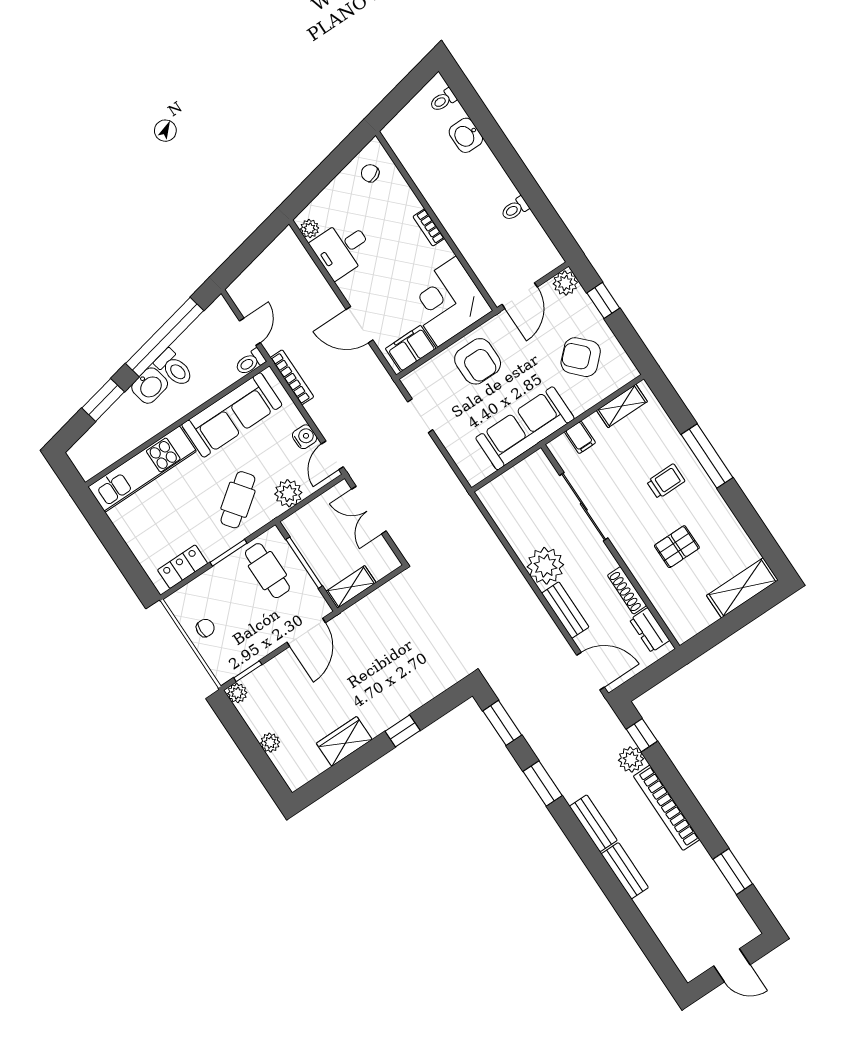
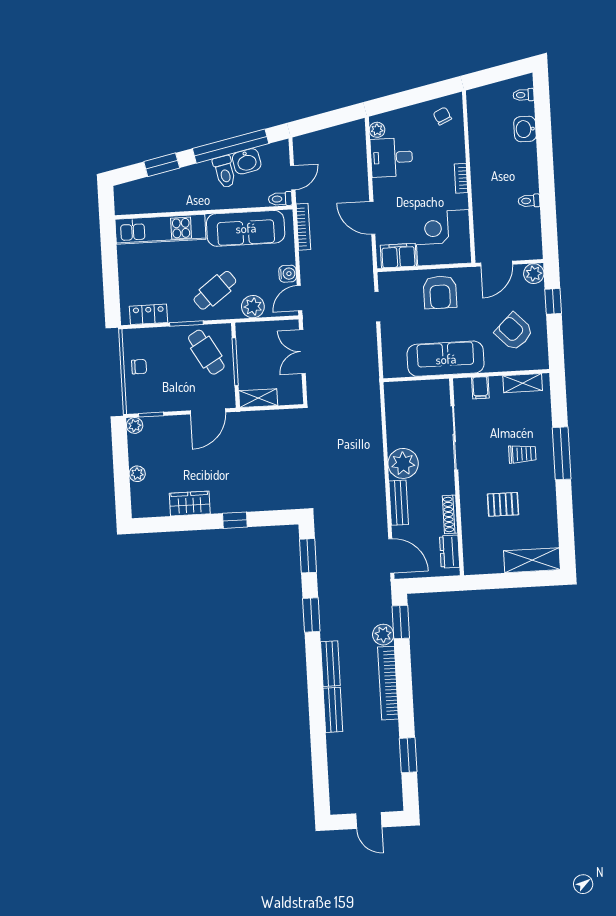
washbasin: (150, 386) -> (247, 161), moved
cafe table: (267, 571) -> (206, 352), turned -30
window: (642, 735) -> (401, 622), width x1.50

